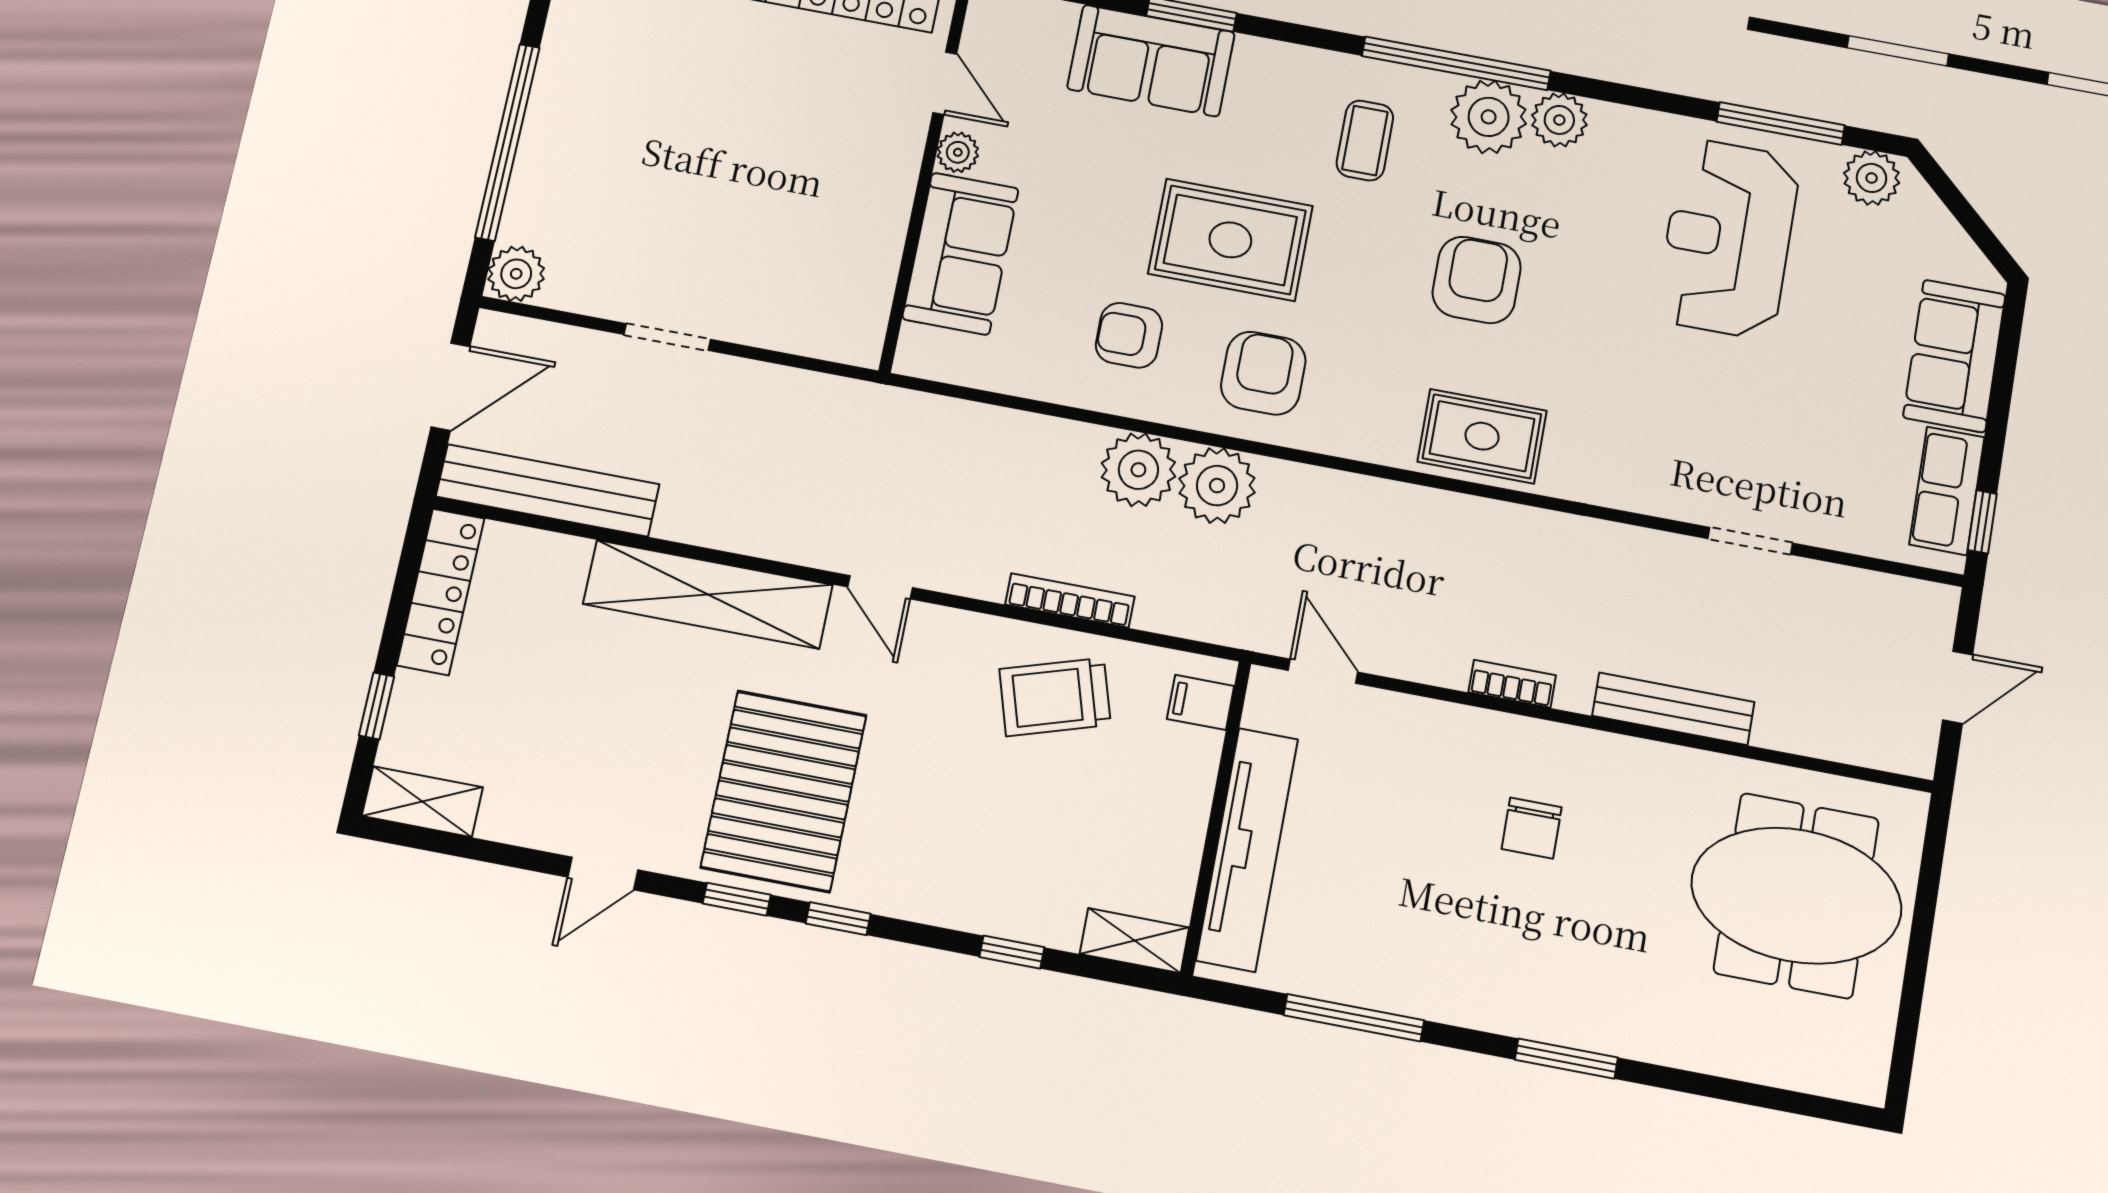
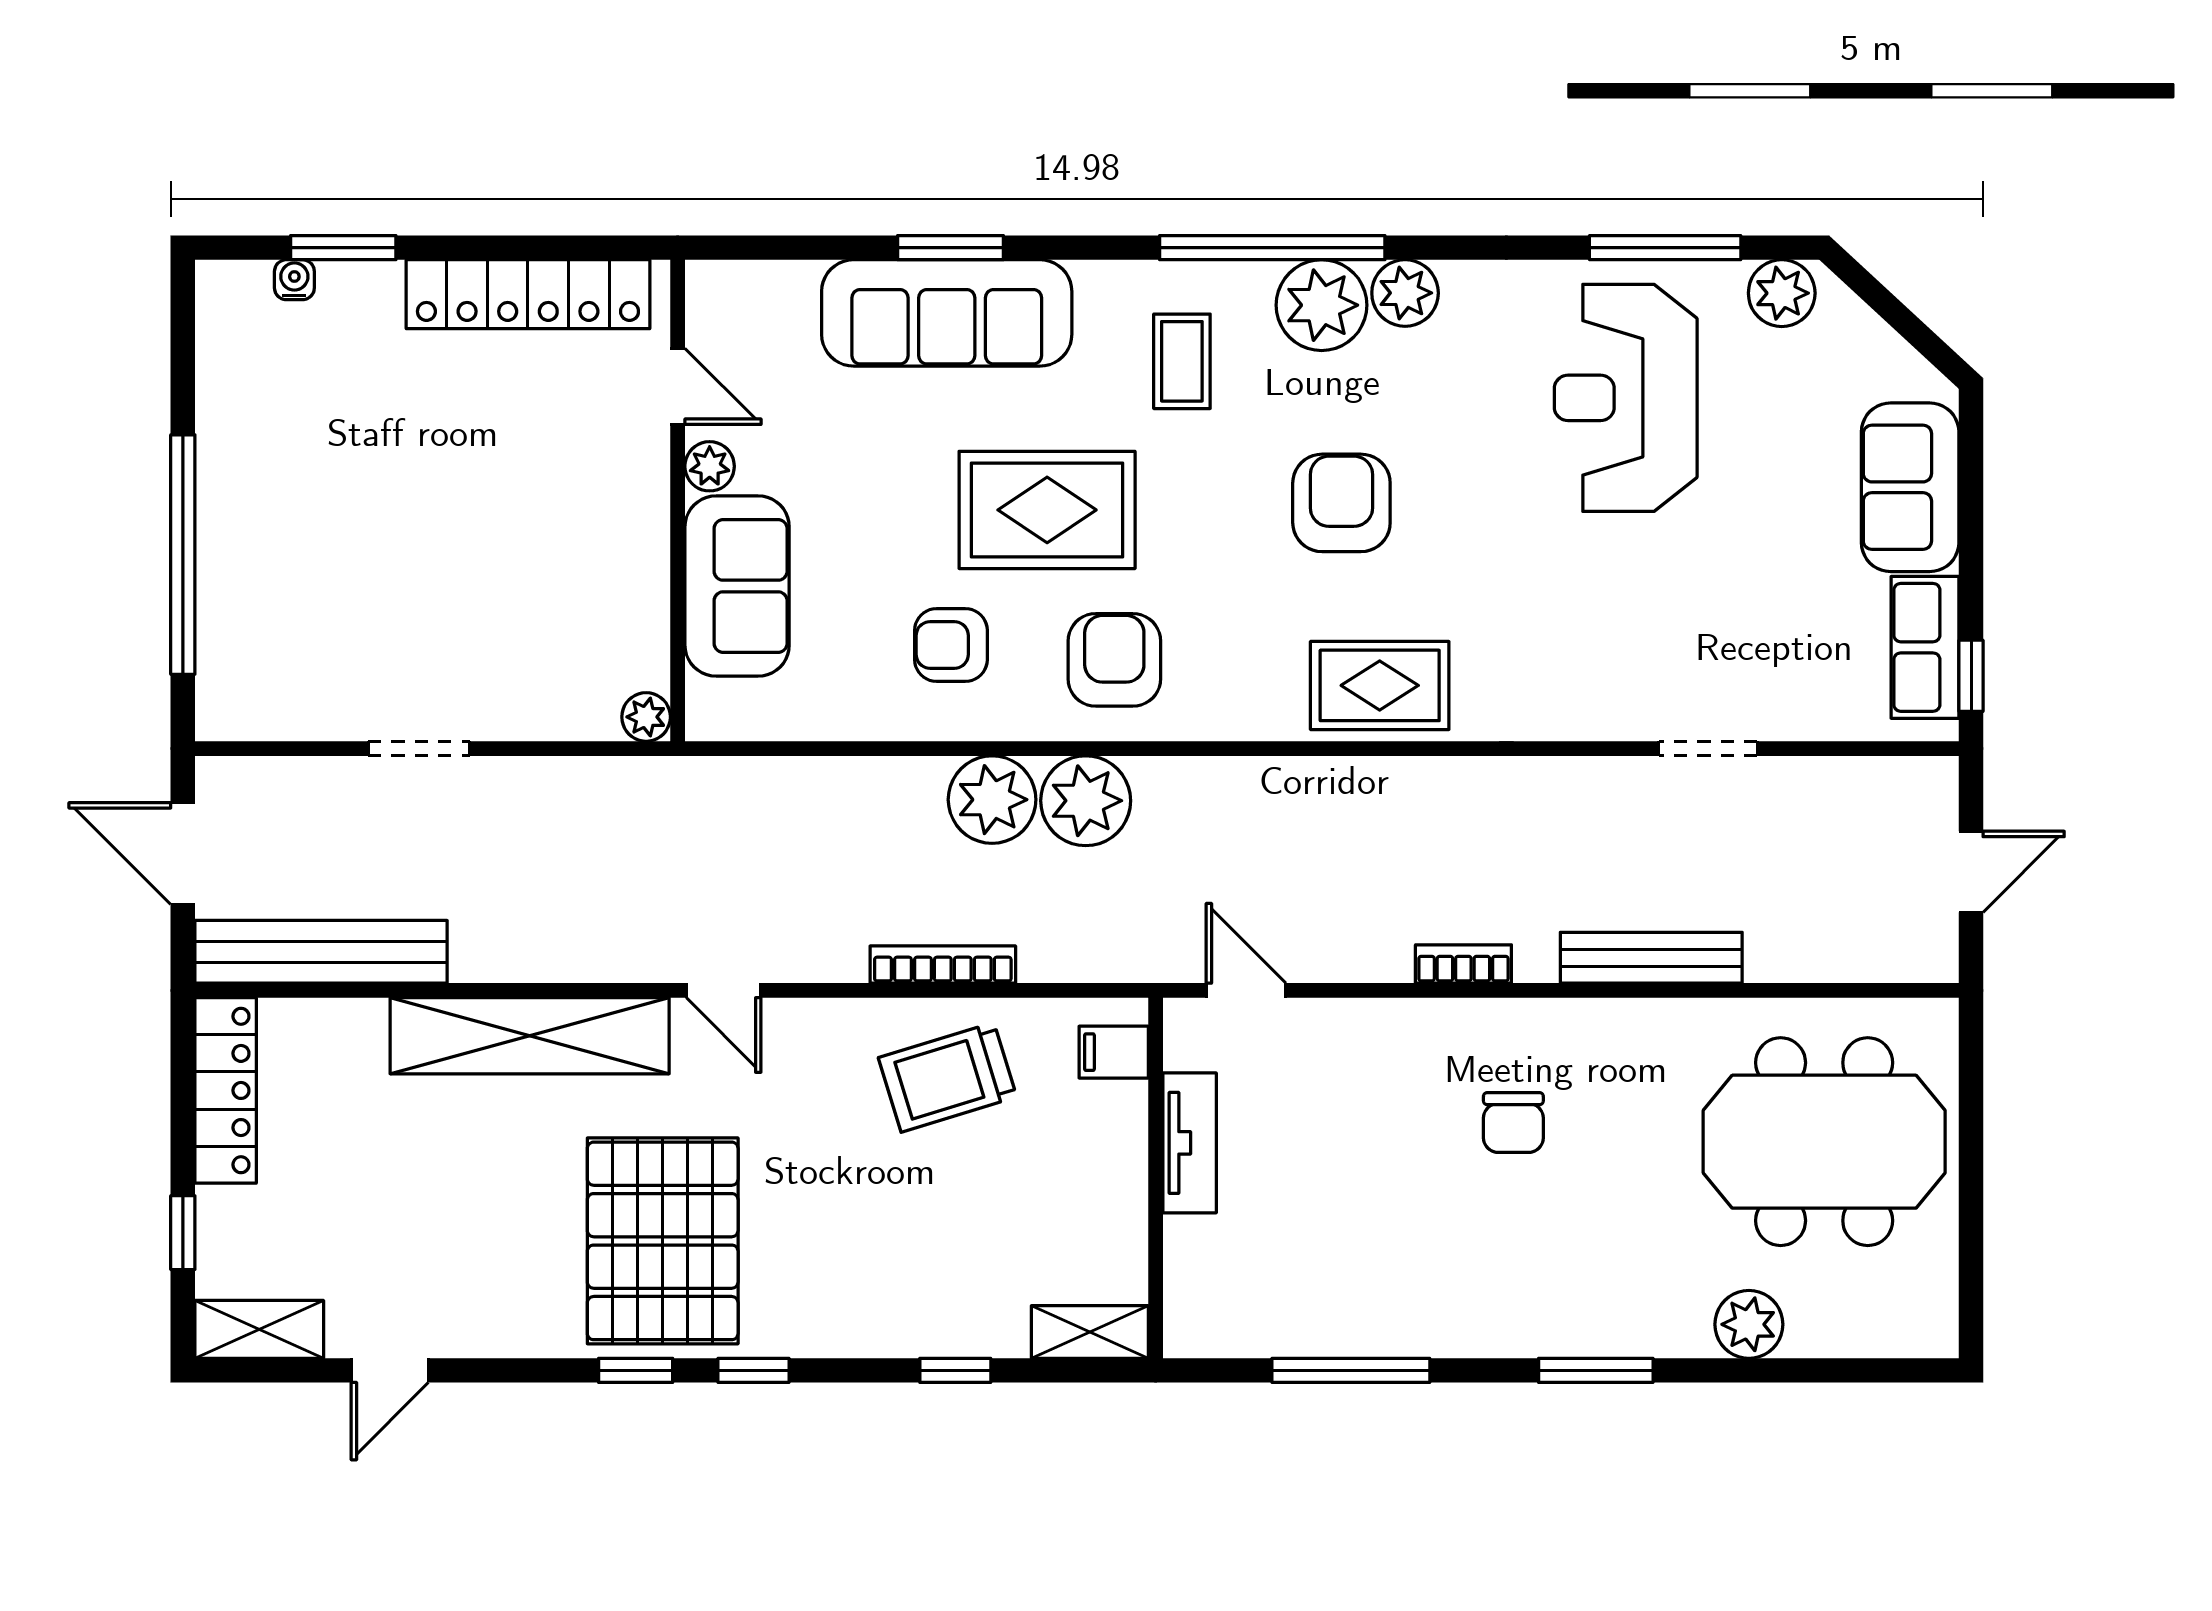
sofa: (1151, 61) -> (947, 313), width x1.36
plant: (516, 274) -> (646, 717), moved, width x0.73, depth x0.73
door: (451, 387) -> (183, 854), swing flipped
tv unit: (1247, 849) -> (1190, 1143), width x0.52, depth x0.78
door: (603, 873) -> (390, 1370), moved
plant: (1706, 1043) -> (1749, 1324), added

